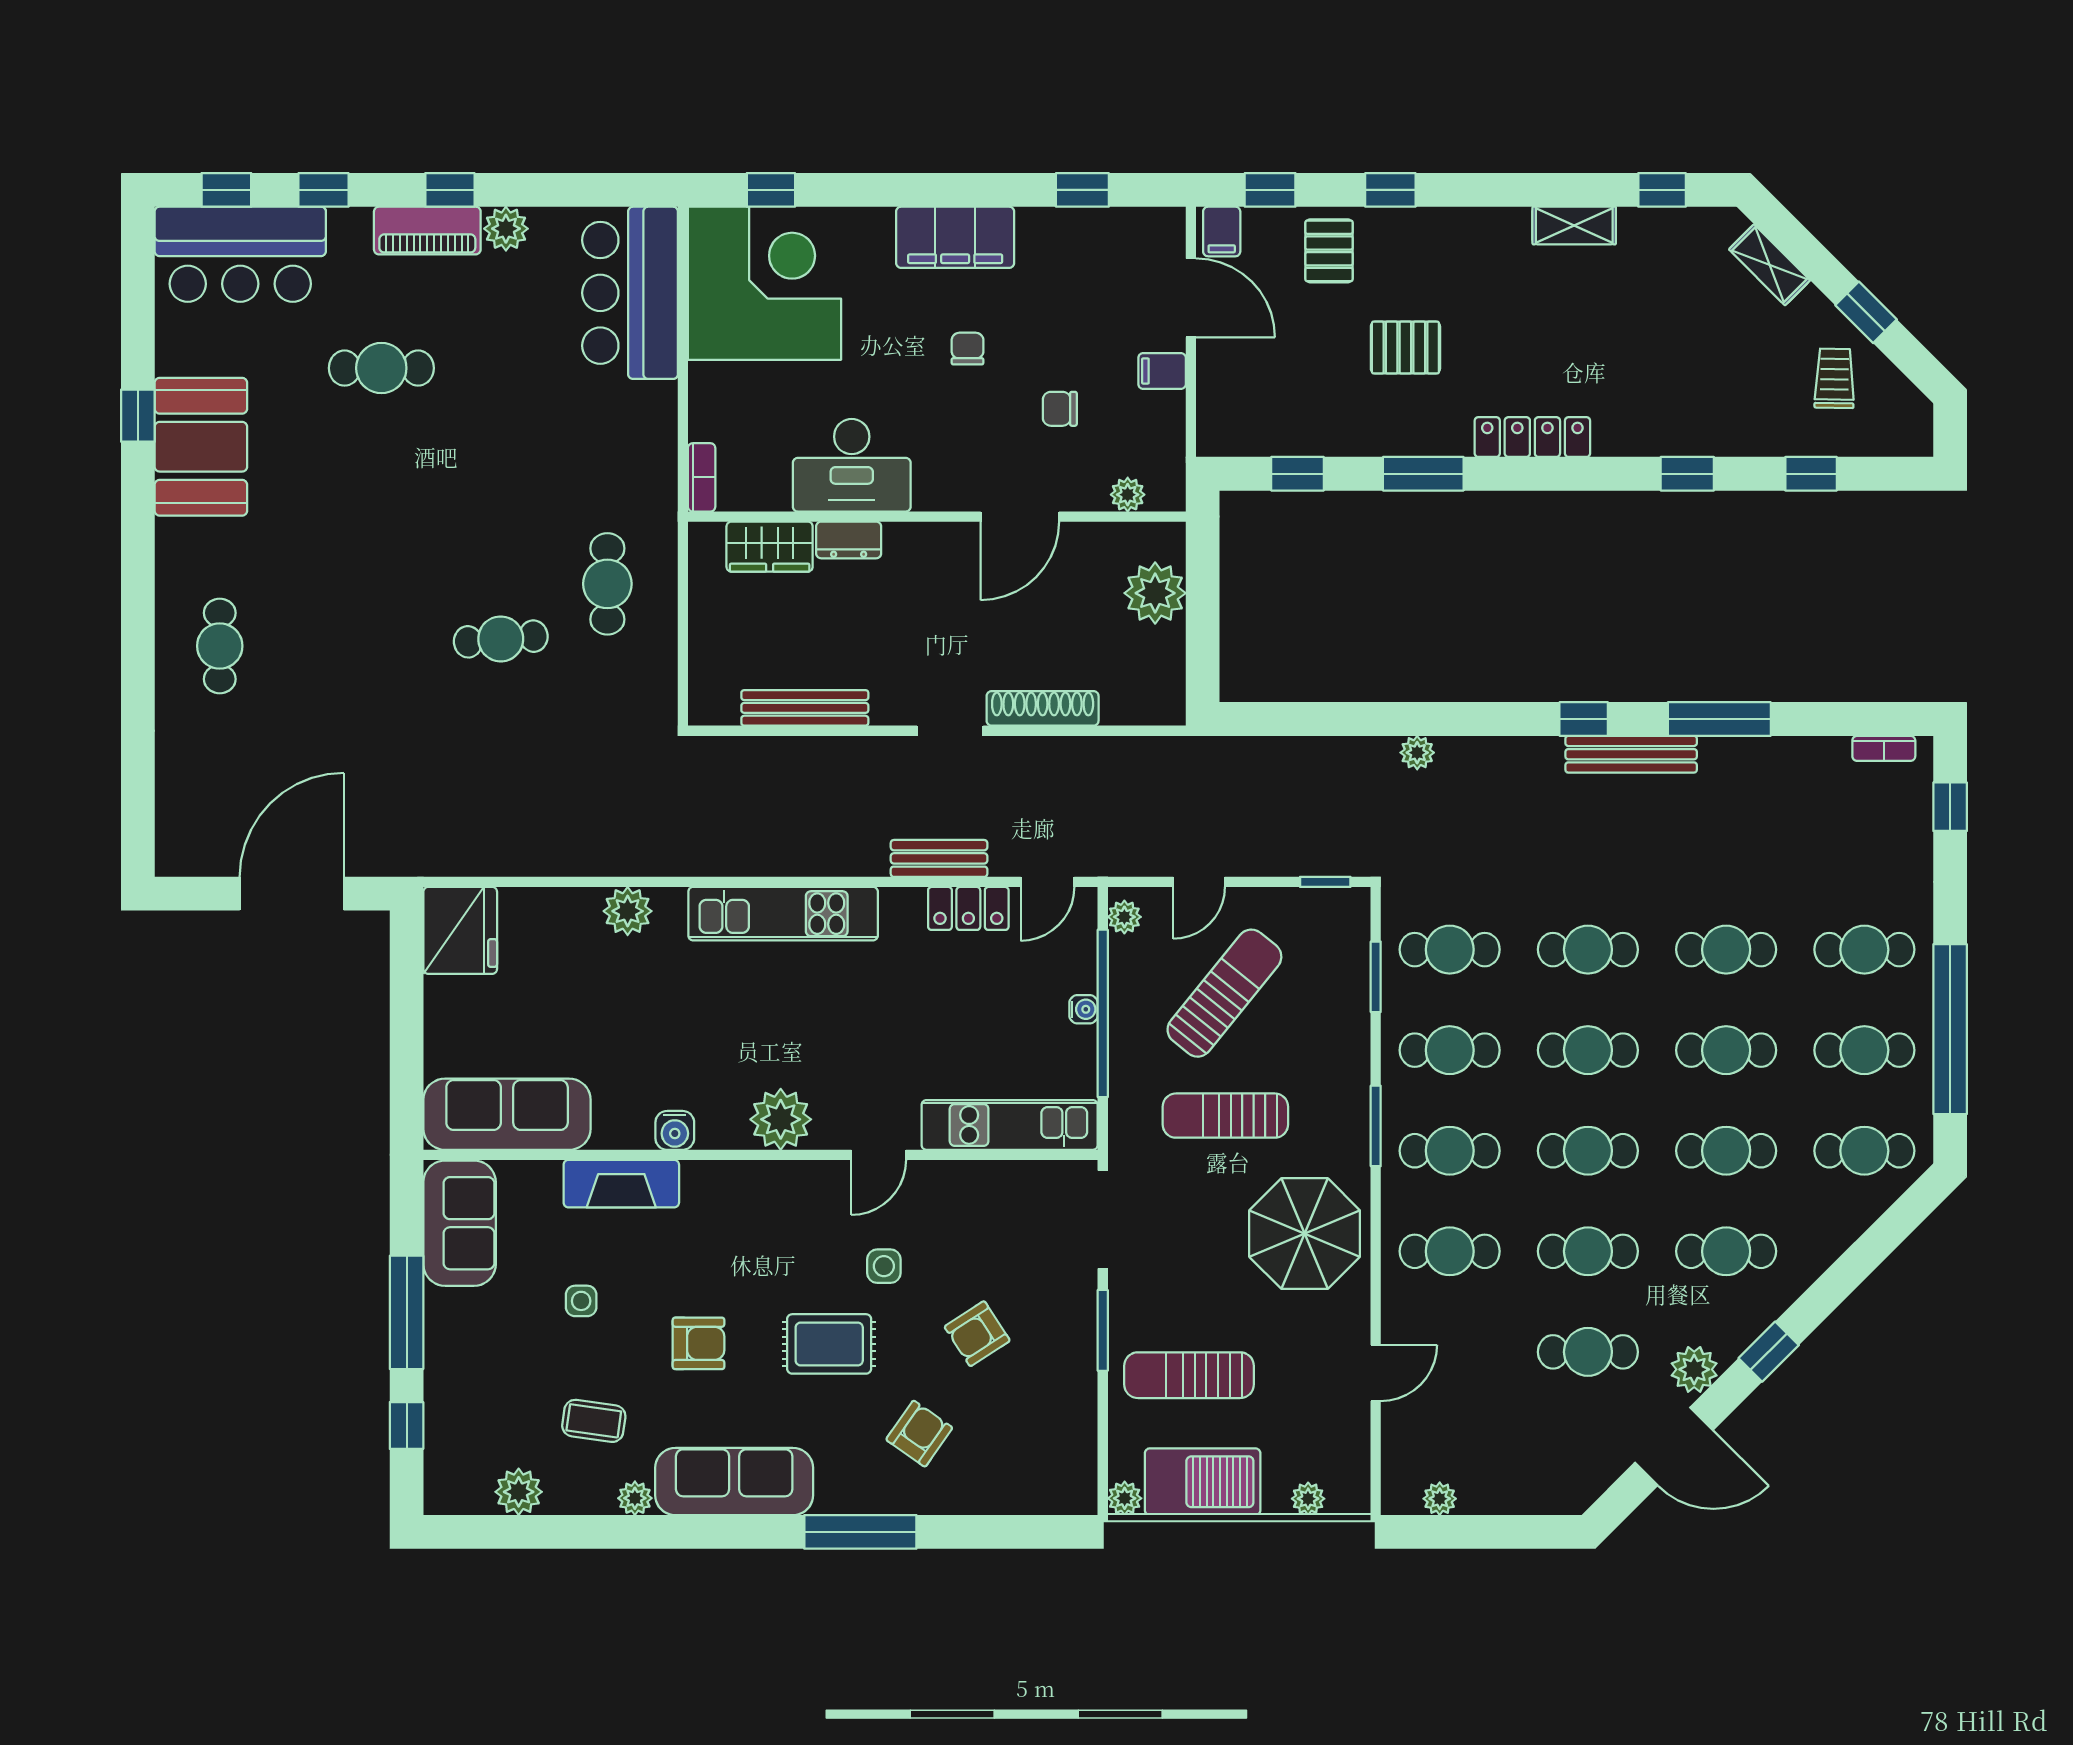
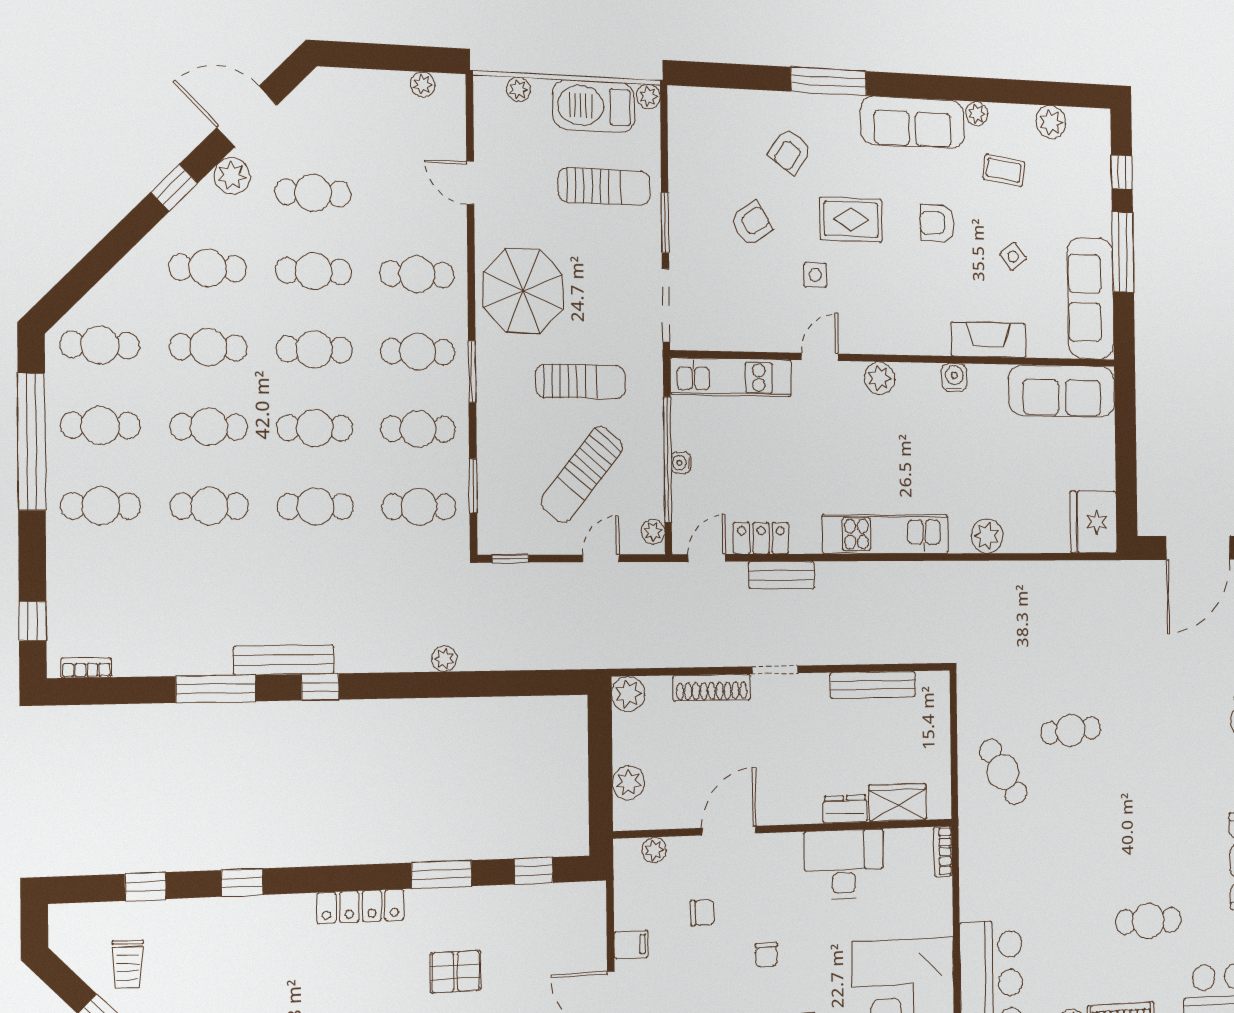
cafe table: (607, 584) -> (1003, 772), turned -33
plant: (1155, 593) -> (628, 783), width x0.73, depth x0.73
plant: (1162, 702) -> (628, 694), added
plant: (781, 1119) -> (880, 378), width x0.73, depth x0.73
sofa: (460, 1223) -> (1091, 298), width x1.36
side table: (581, 1301) -> (1013, 256), turned -37
door: (1376, 1373) -> (470, 183), hinge flipped

